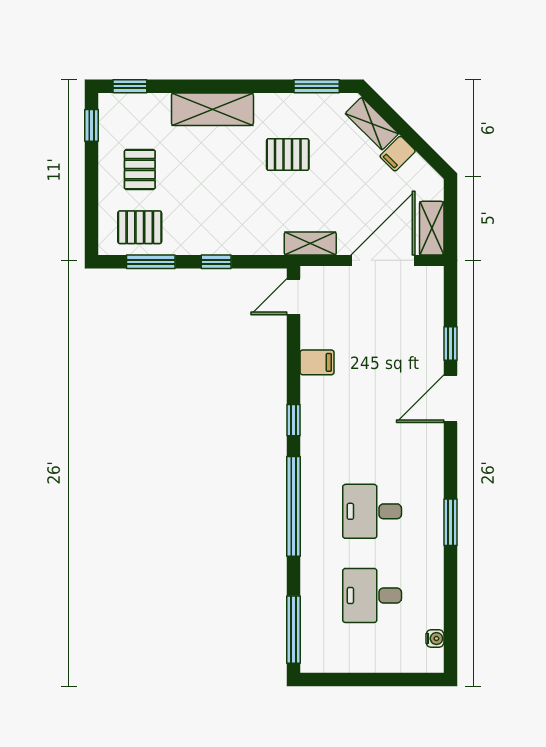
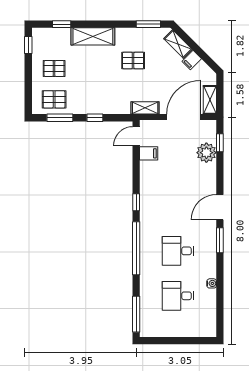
window: (130, 86) -> (62, 24), moved
pallet: (140, 170) -> (54, 68), turned 90
plant: (425, 327) -> (206, 153), added
window: (451, 343) -> (220, 143), moved
filing cabinet: (317, 362) -> (149, 153), moved
door: (451, 399) -> (220, 207), moved
window: (451, 522) -> (220, 240), moved
water cooler: (435, 639) -> (212, 283), moved

